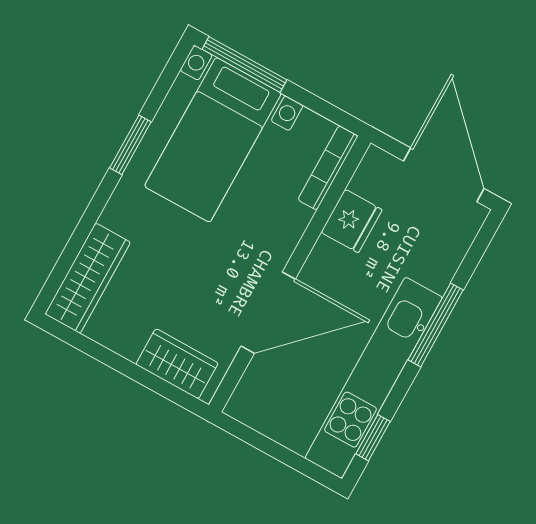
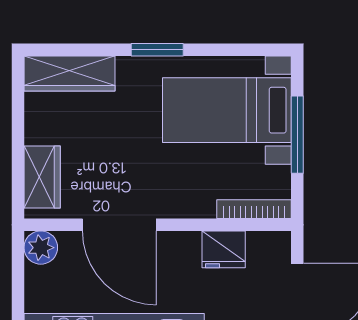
window: (245, 64) -> (297, 135), moved
window: (130, 145) -> (157, 50), moved
plant: (247, 405) -> (41, 248), added

